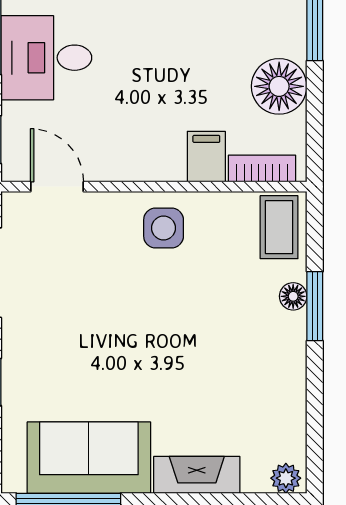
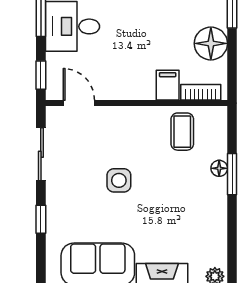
coffee table: (279, 227) -> (182, 132), moved
side table: (164, 228) -> (119, 180), moved

